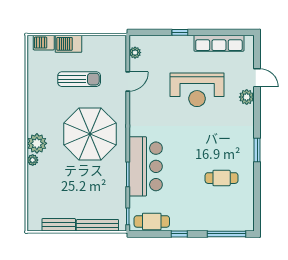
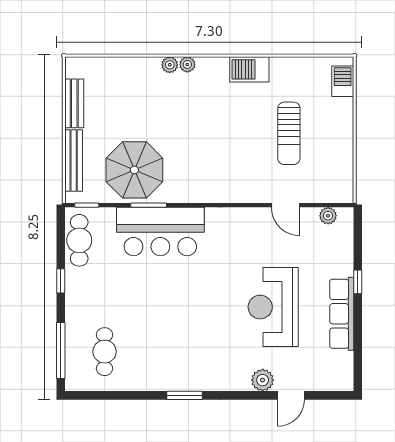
row of seats: (219, 43) -> (342, 314), moved
barbecue: (68, 44) -> (249, 69), moved, turned -90
parasol: (90, 134) -> (134, 170), moved, width x0.73, depth x0.73
plant: (37, 143) -> (187, 64), width x0.53, depth x0.53
cafe table: (222, 178) -> (105, 352), moved

